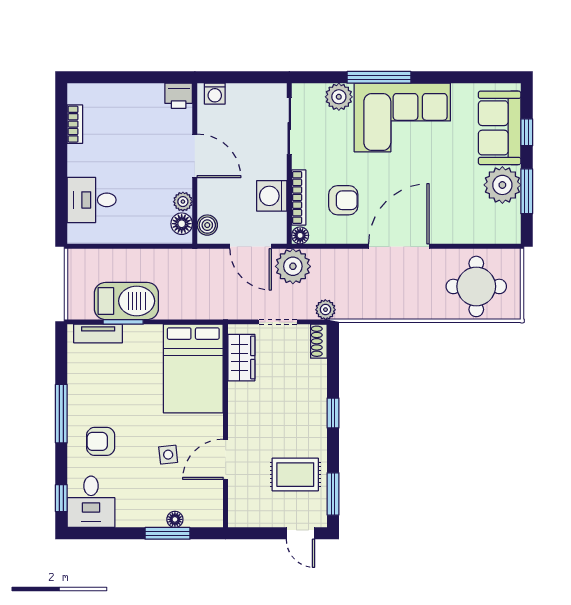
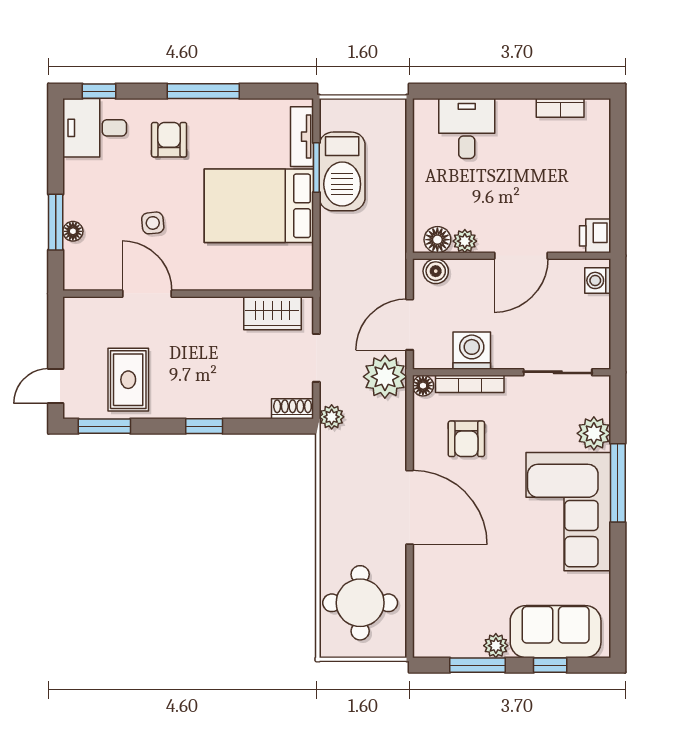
plant: (502, 185) -> (496, 646), width x0.53, depth x0.53
bed: (193, 369) -> (259, 206), moved

